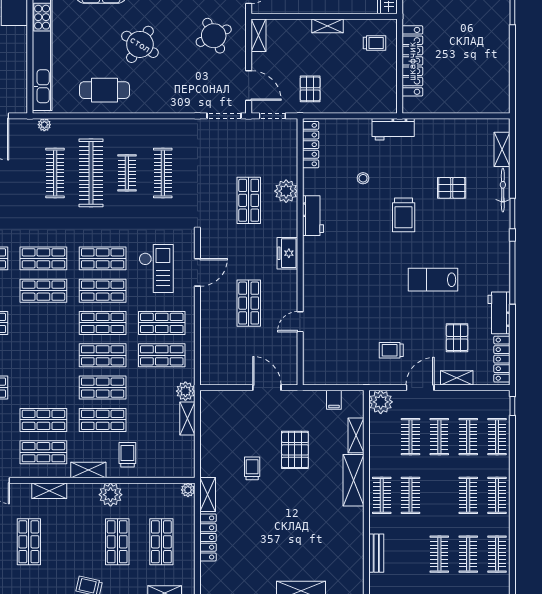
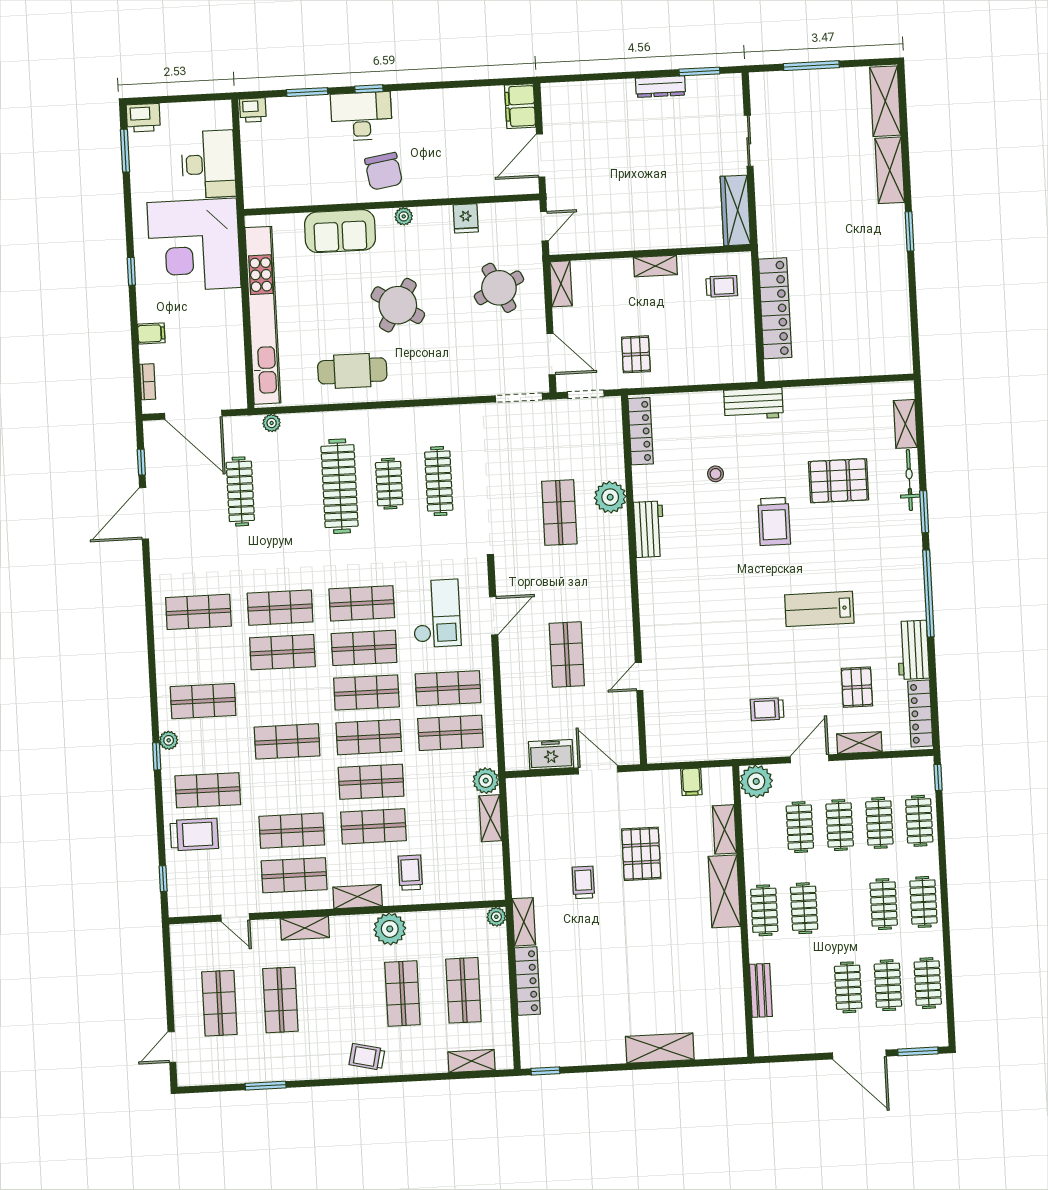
clothes rail: (55, 173) -> (240, 491), moved
pallet: (452, 188) -> (839, 481), width x1.50, depth x1.42
freezer: (287, 253) -> (551, 755), moved, turned 90
shop shelf: (43, 355) -> (287, 741), added

